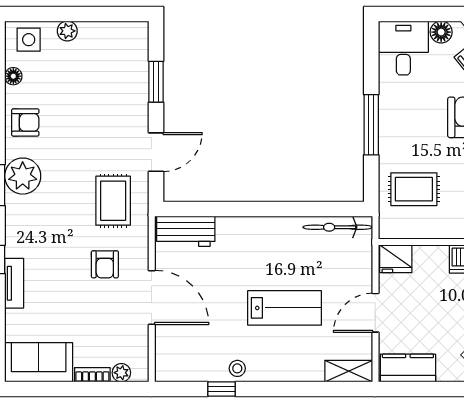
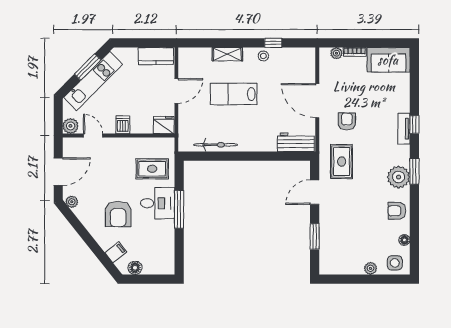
desk: (403, 48) -> (158, 203), moved, turned -90
bicycle: (337, 227) -> (216, 145), moved
tv unit: (14, 283) -> (404, 129), moved
shelving: (349, 371) -> (227, 54), moved

